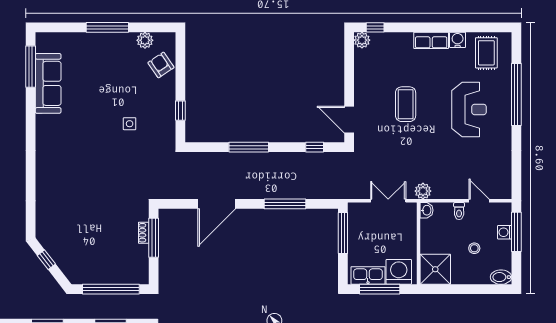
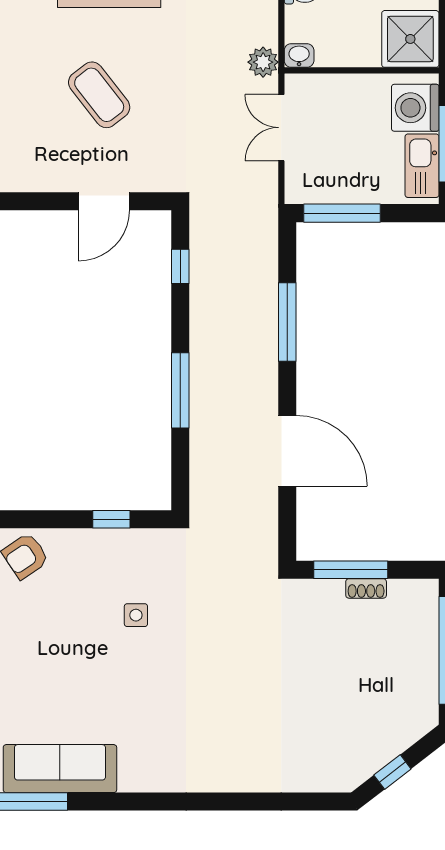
coffee table: (406, 104) -> (99, 95), turned 52
door: (349, 120) -> (104, 201), moved
shoe rack: (144, 233) -> (366, 588), moved

